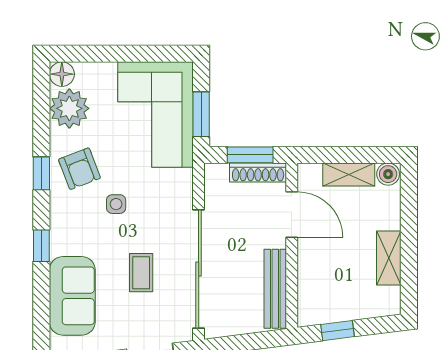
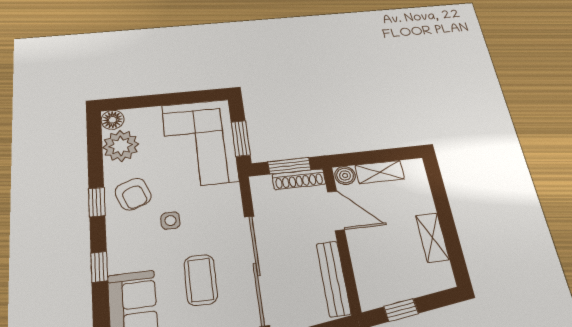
boiler: (388, 174) -> (345, 176), moved
coffee table: (141, 273) -> (201, 280), width x1.36, depth x1.30

